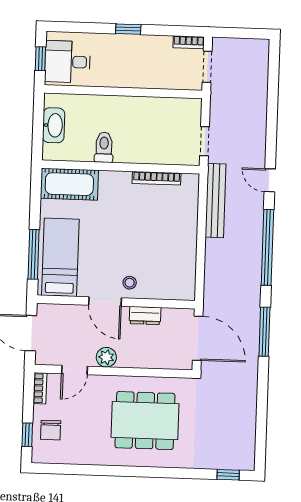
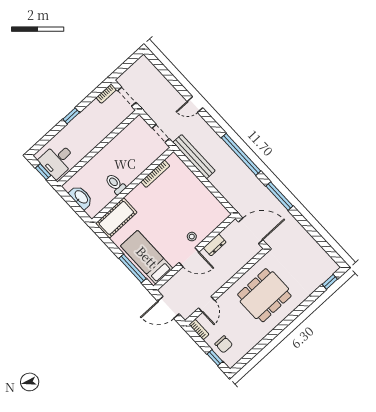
door: (270, 180) -> (195, 105), moved
plant: (106, 357) -> (216, 283), removed

